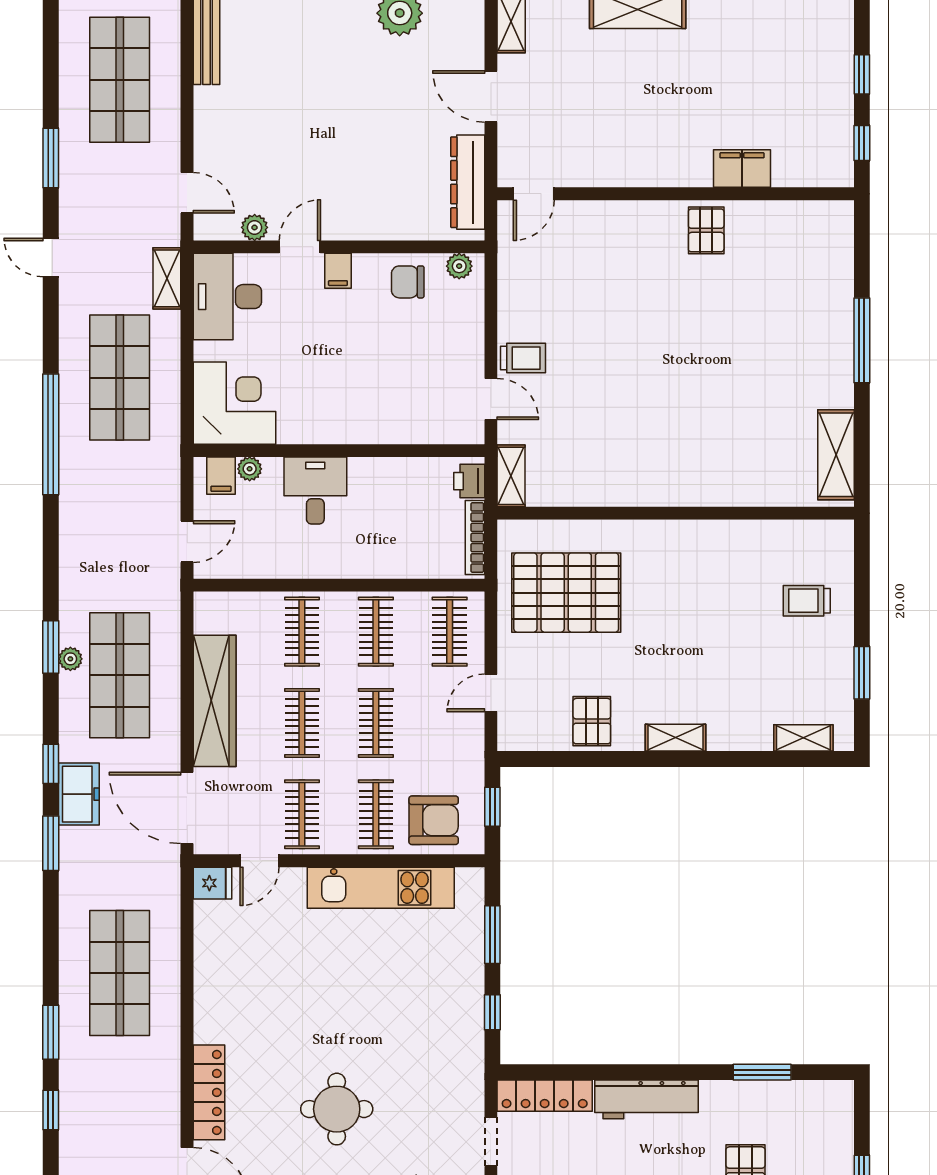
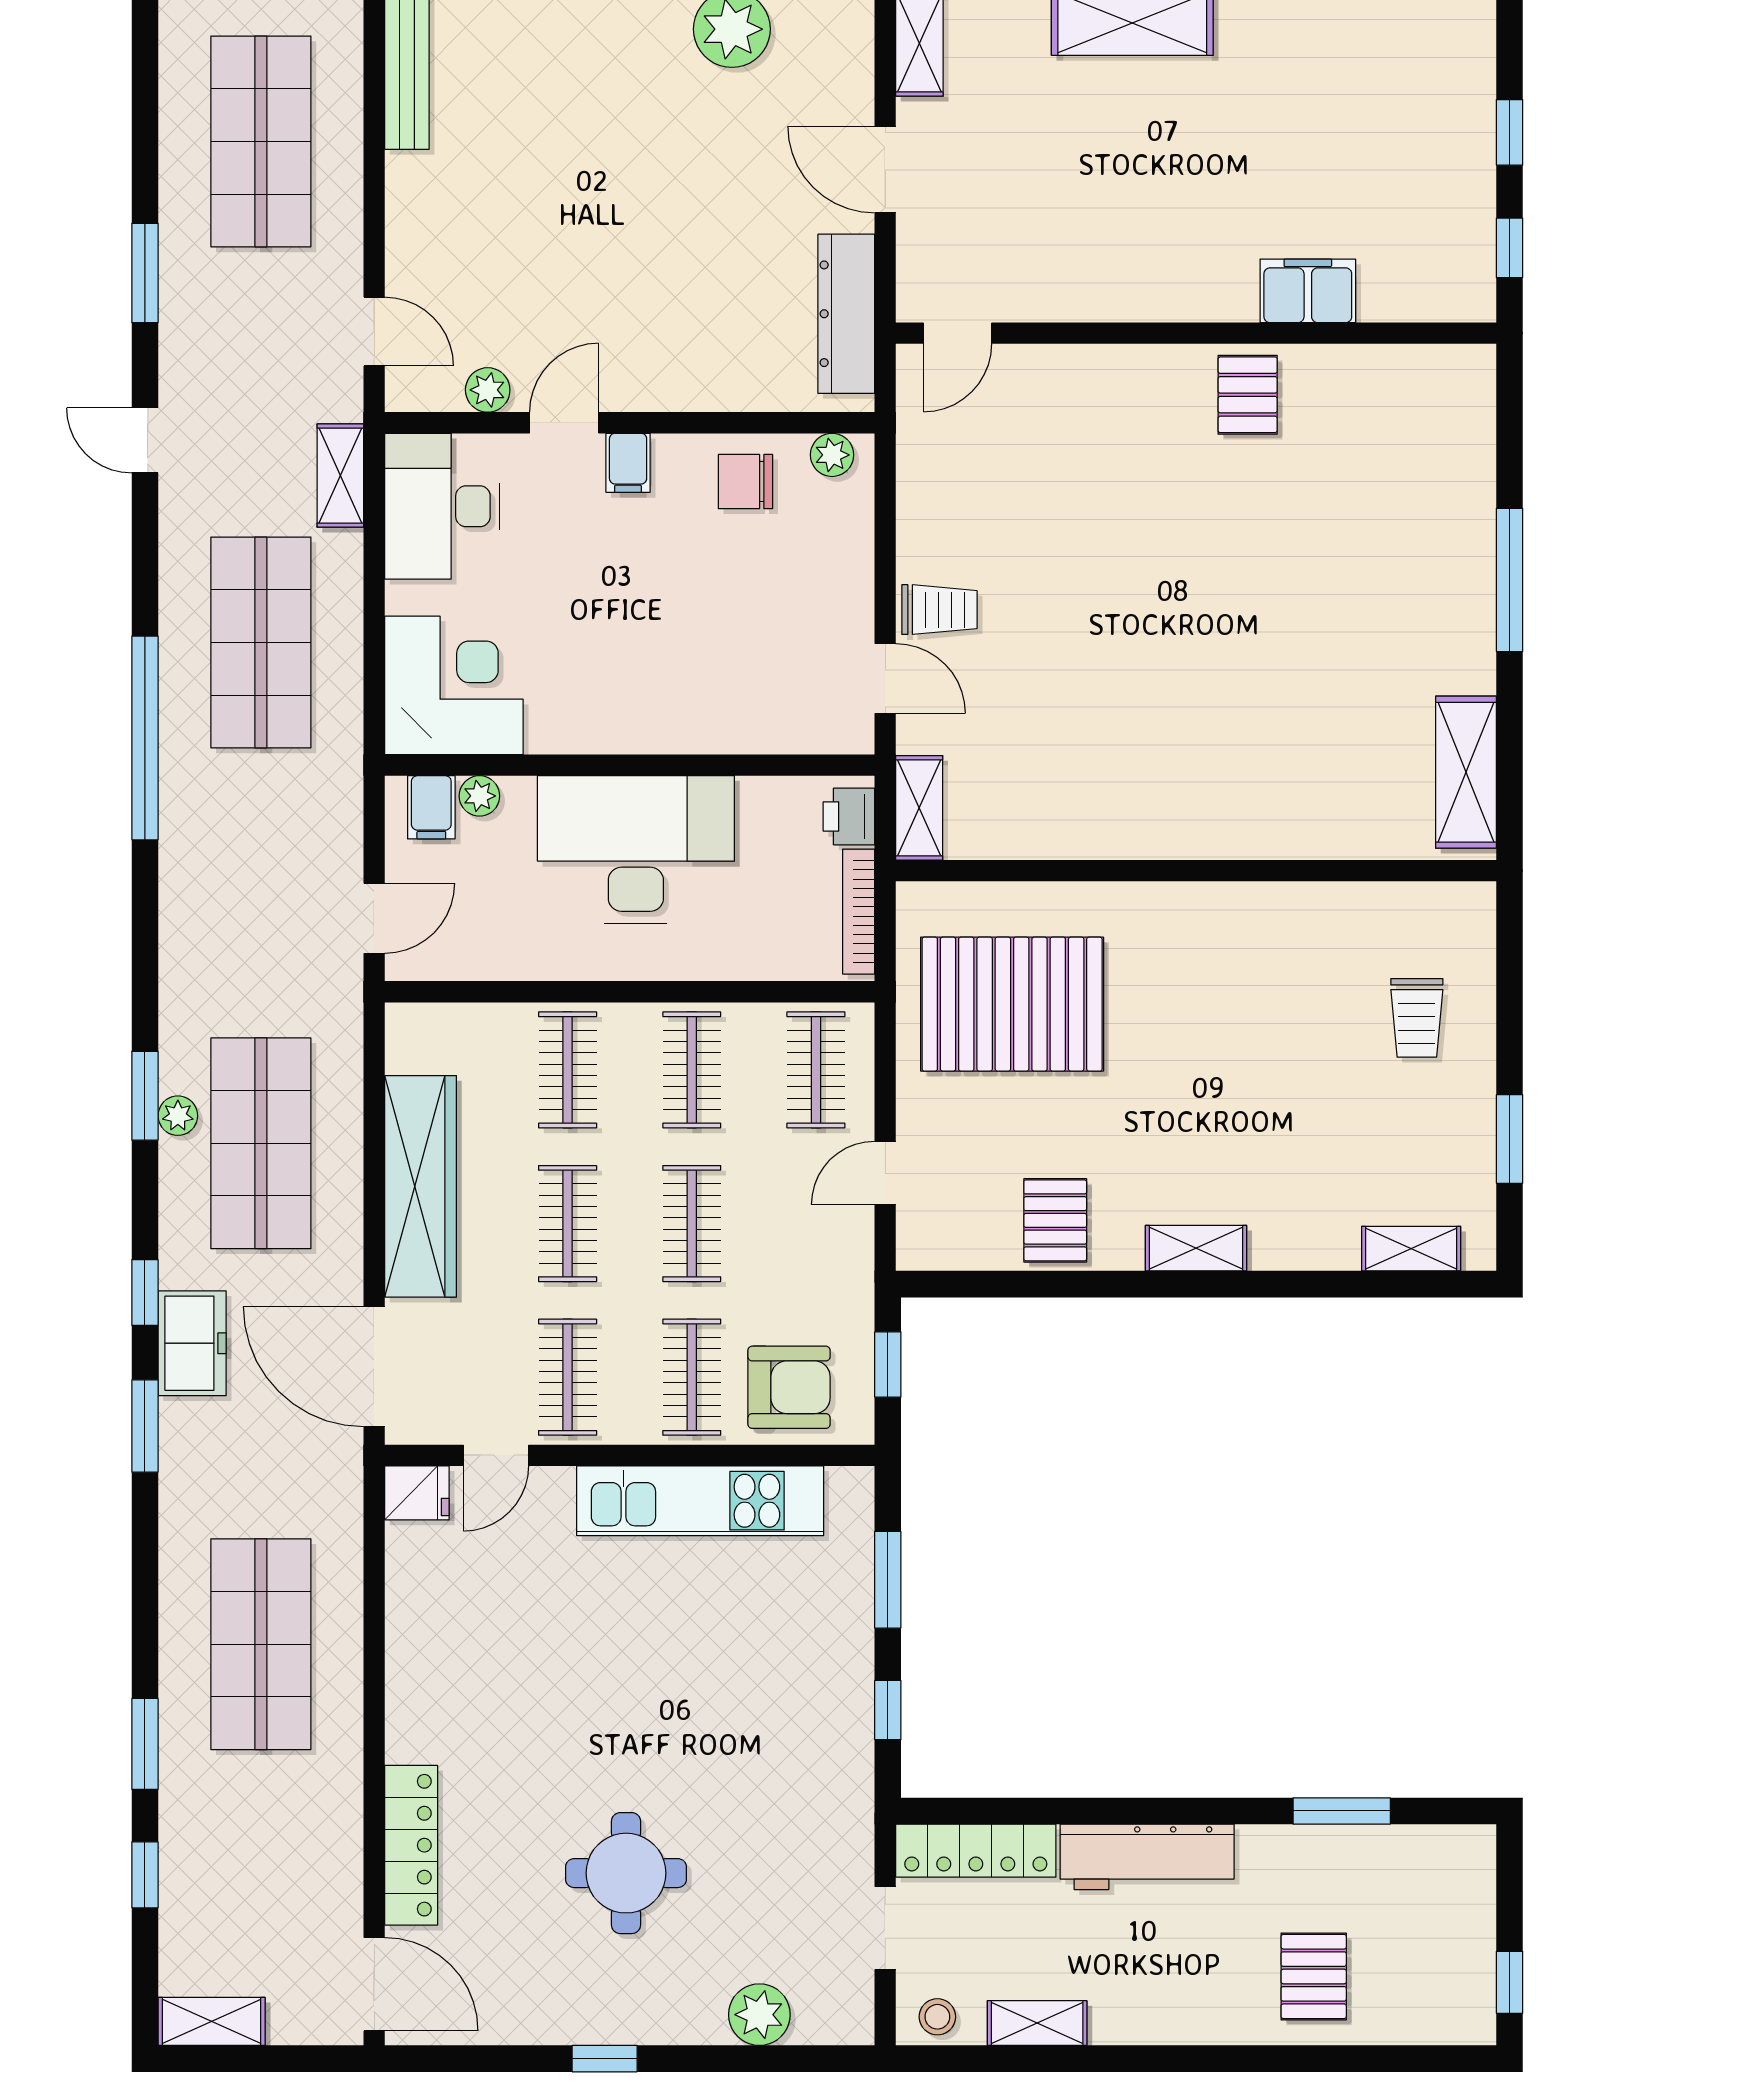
desk: (315, 490) -> (636, 849), width x1.87, depth x1.30
trolley: (807, 601) -> (1417, 1018), turned -90

